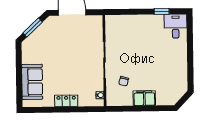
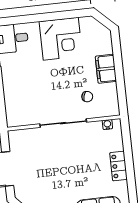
corner desk: (172, 64) -> (61, 39), added

